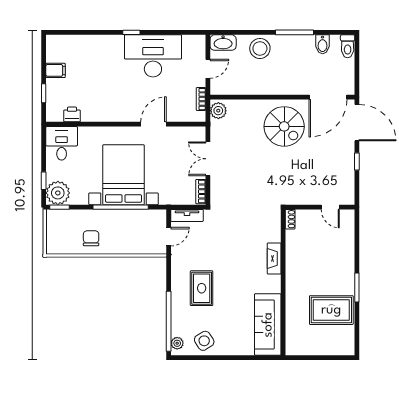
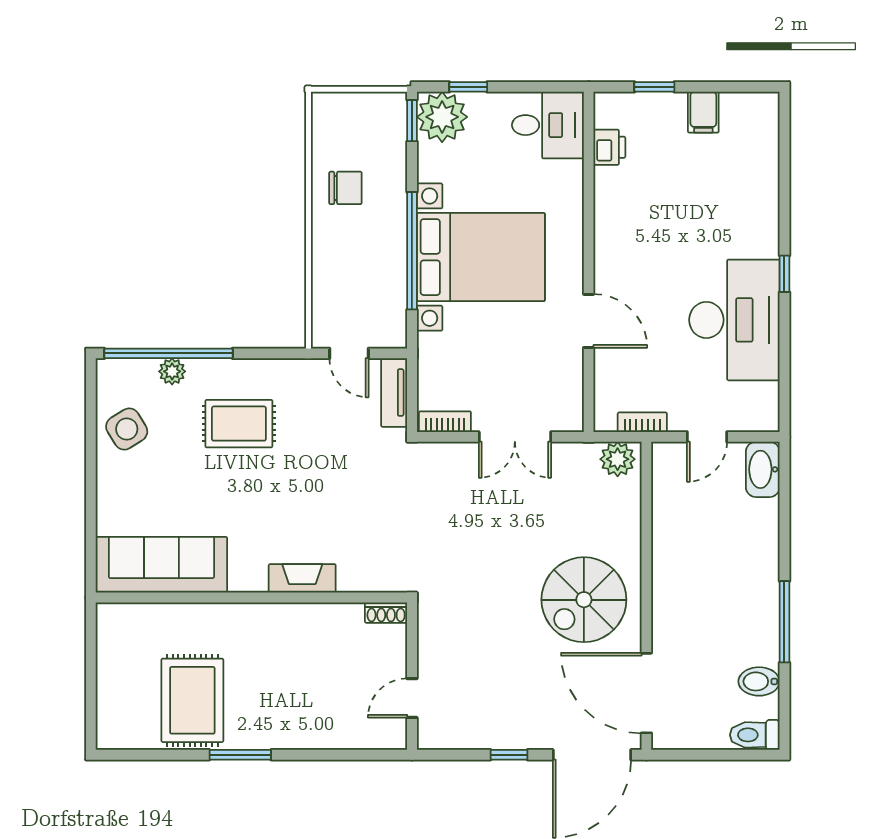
stool: (260, 48) -> (750, 548), removed
door: (208, 69) -> (707, 437), hinge flipped
double door: (208, 159) -> (515, 437), swing flipped
plant: (177, 343) -> (172, 371), moved

